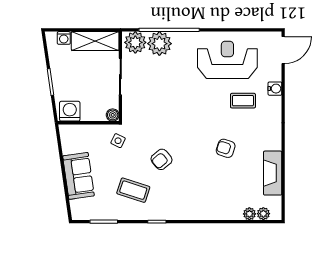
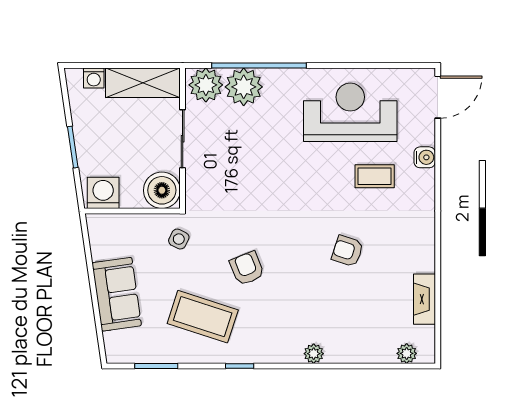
boiler: (113, 115) -> (162, 190), width x1.86, depth x1.86
armchair: (161, 159) -> (247, 268), turned 108
fireplace: (273, 173) -> (424, 299), width x0.73, depth x0.76
coffee table: (133, 190) -> (203, 317), width x1.36, depth x1.32
plant: (249, 214) -> (314, 354), moved

